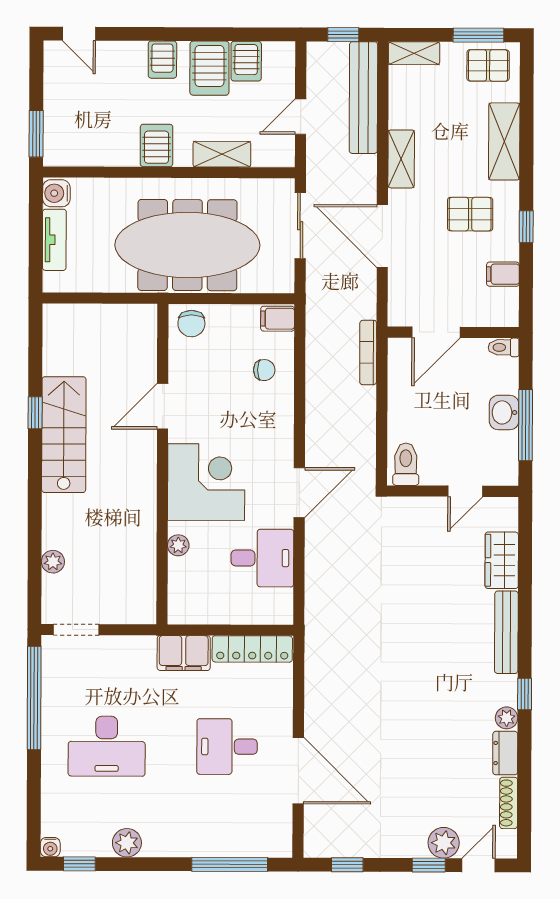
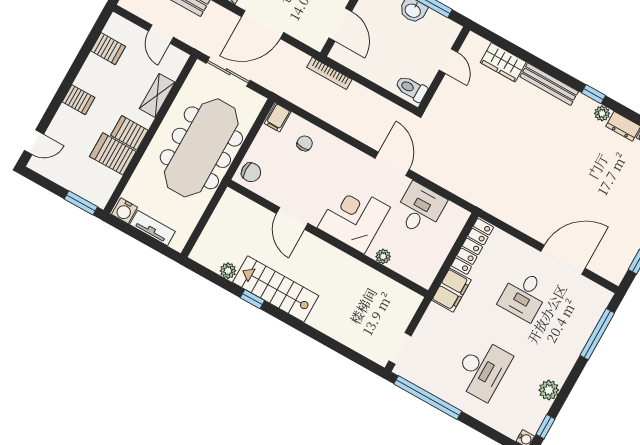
server rack: (209, 68) -> (113, 154), moved, turned 180
plant: (53, 562) -> (228, 271), moved

